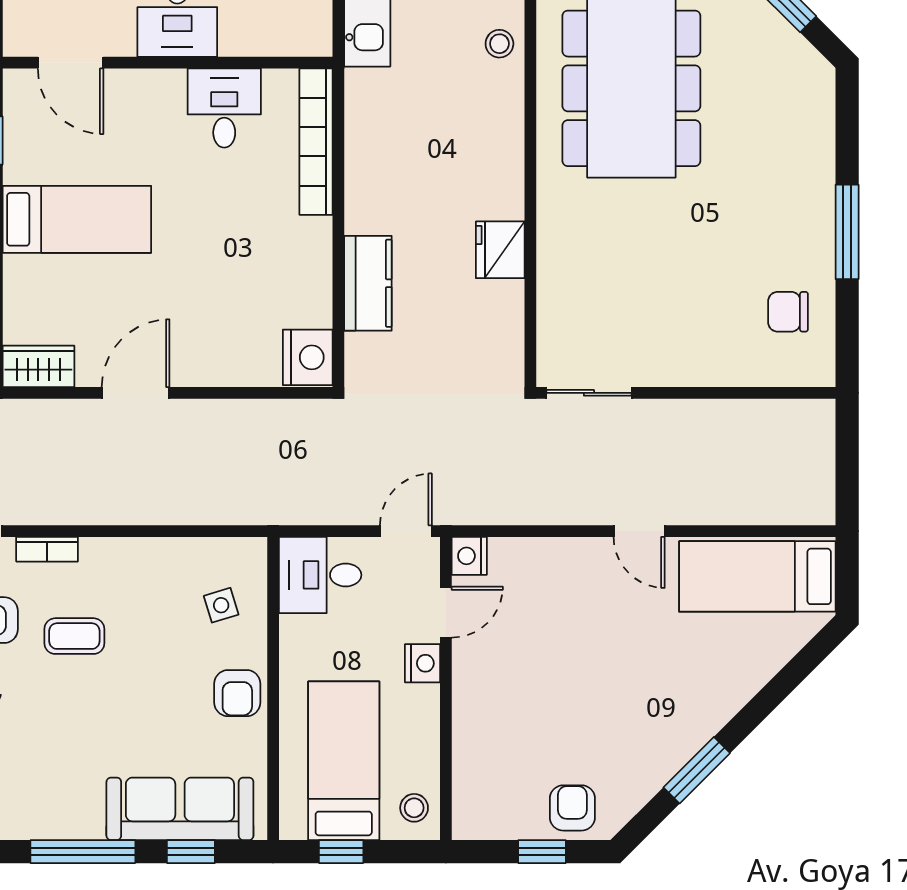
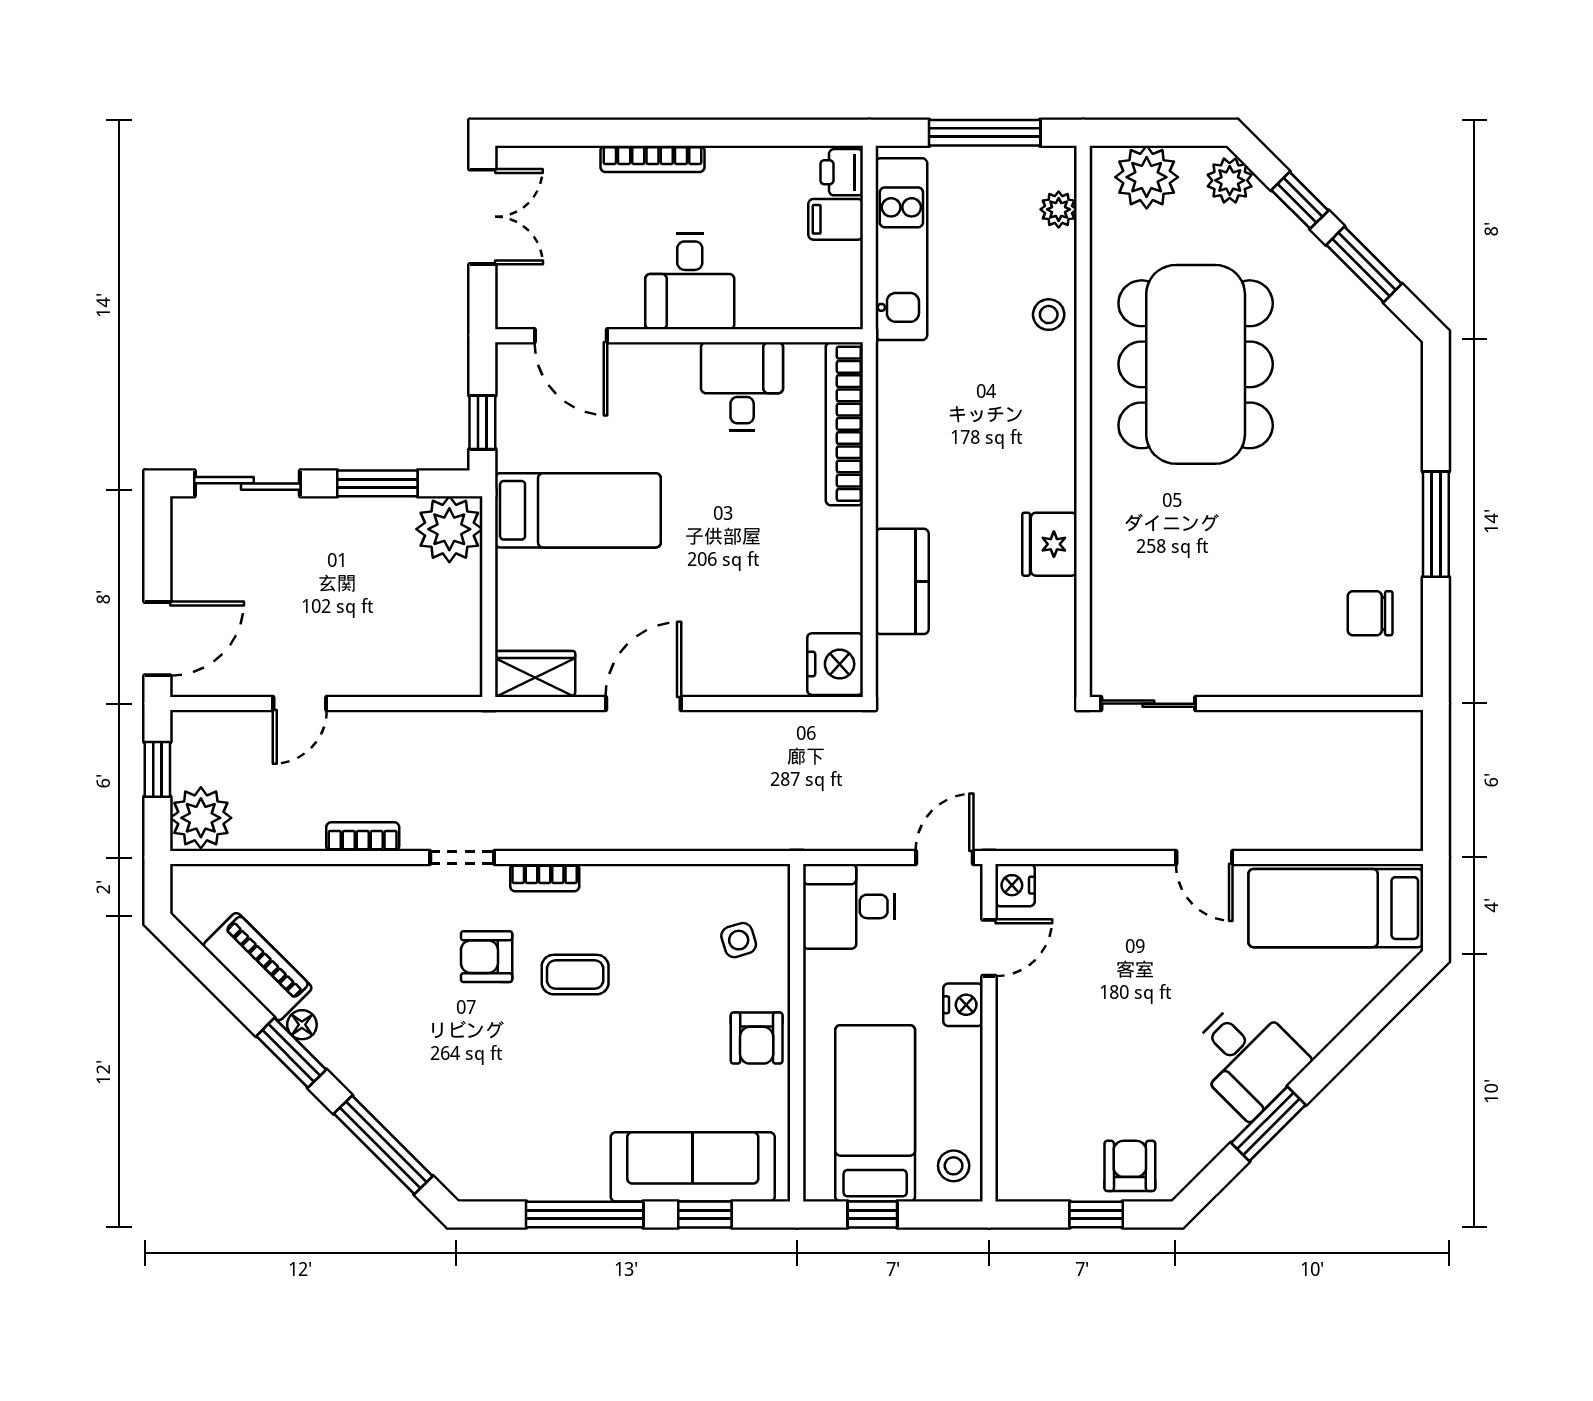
desk: (678, 711) -> (1247, 1058), added

